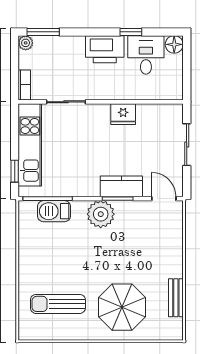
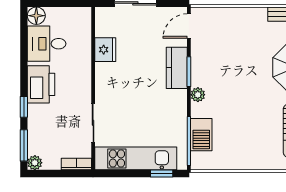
window: (131, 32) -> (24, 107), moved
fridge: (123, 114) -> (105, 50), moved
plant: (101, 214) -> (198, 95), width x0.53, depth x0.53

